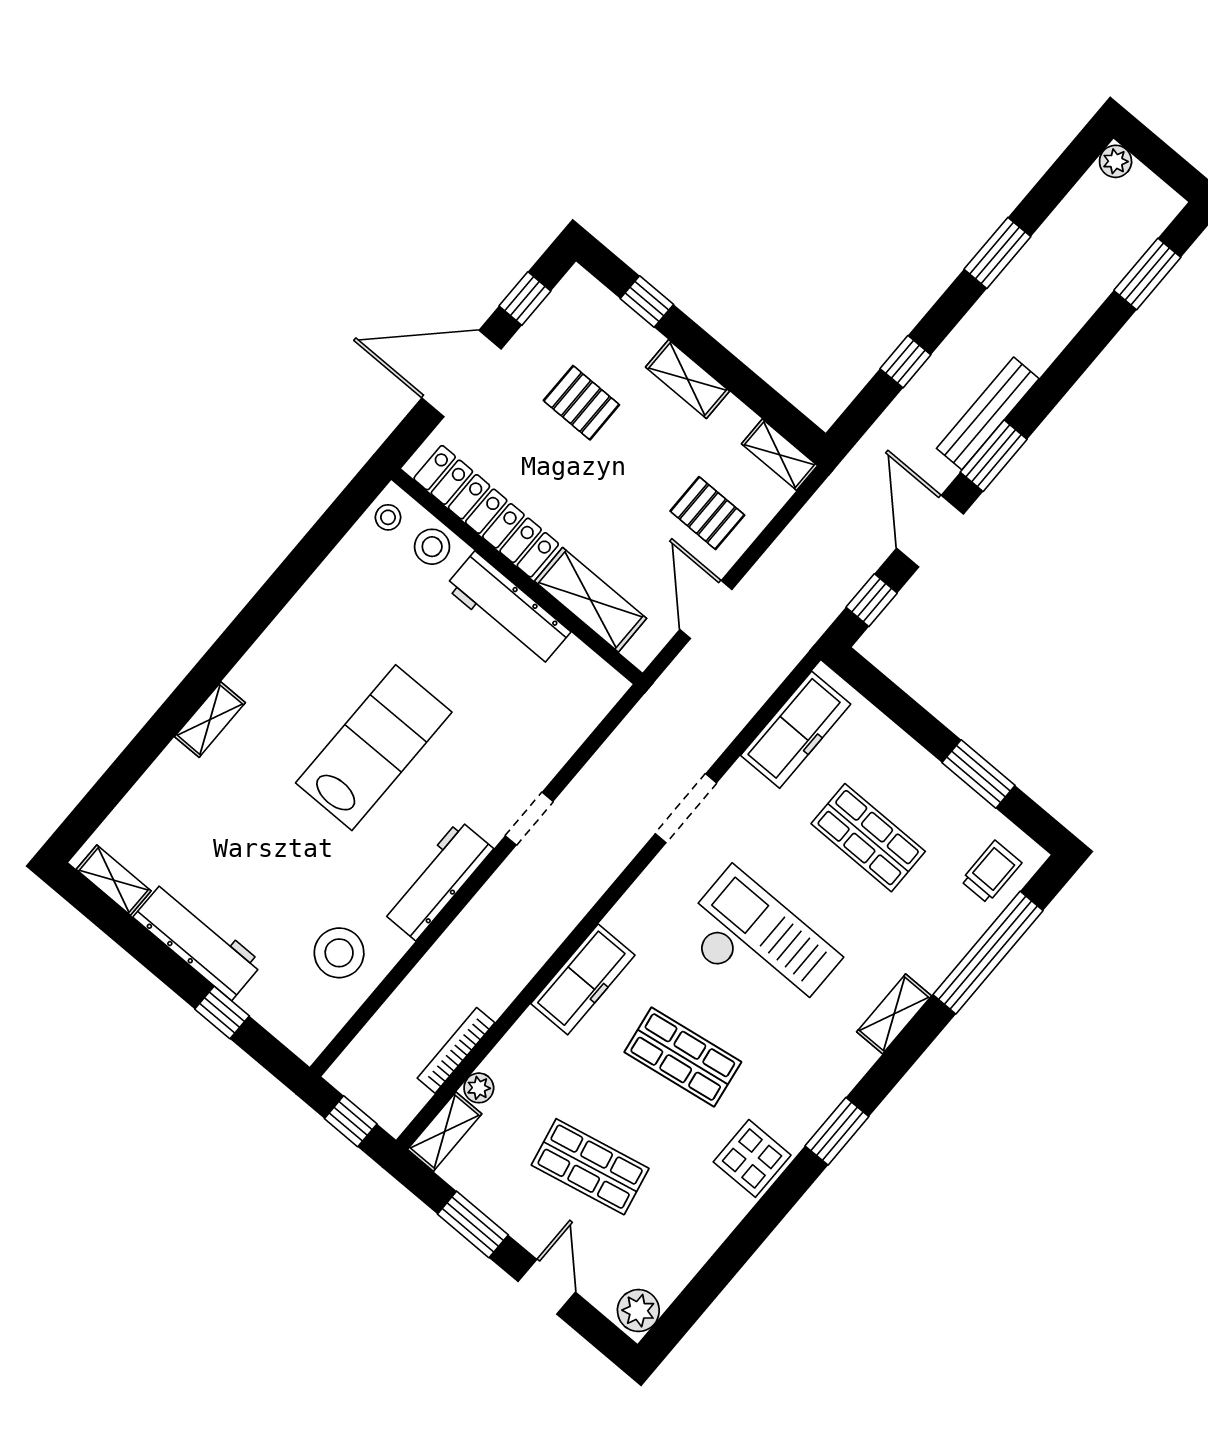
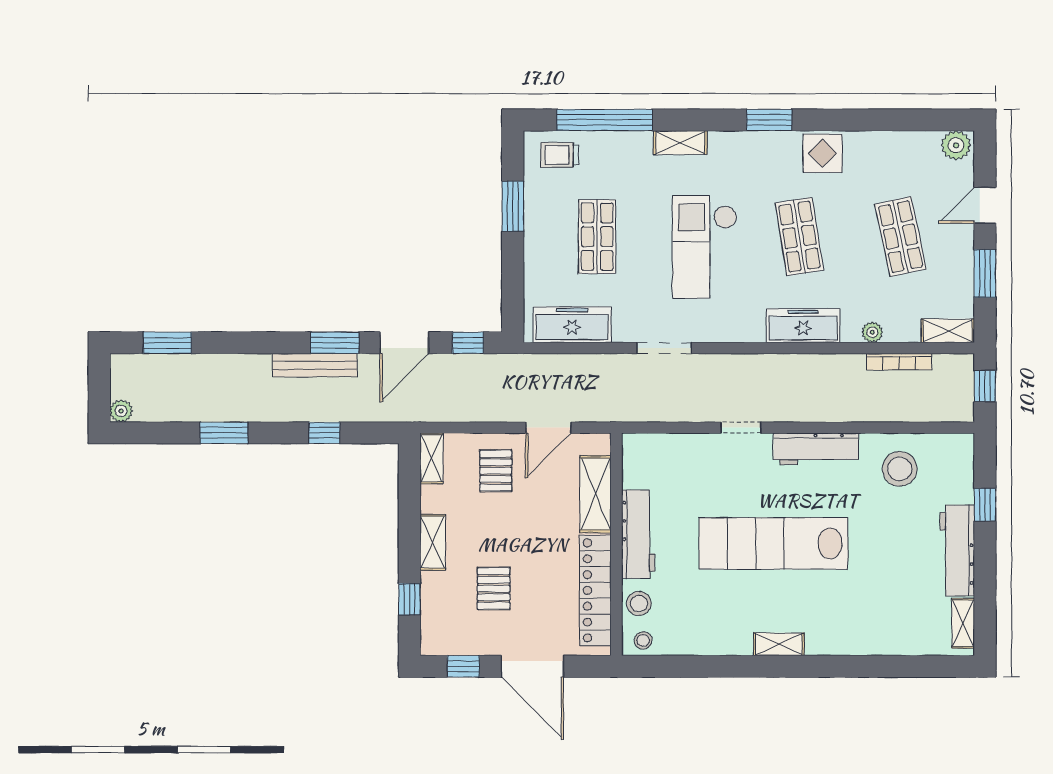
shelving: (210, 720) -> (779, 644), moved
lab bench: (374, 748) -> (773, 543), width x1.36
plant: (479, 1088) -> (872, 332), moved

